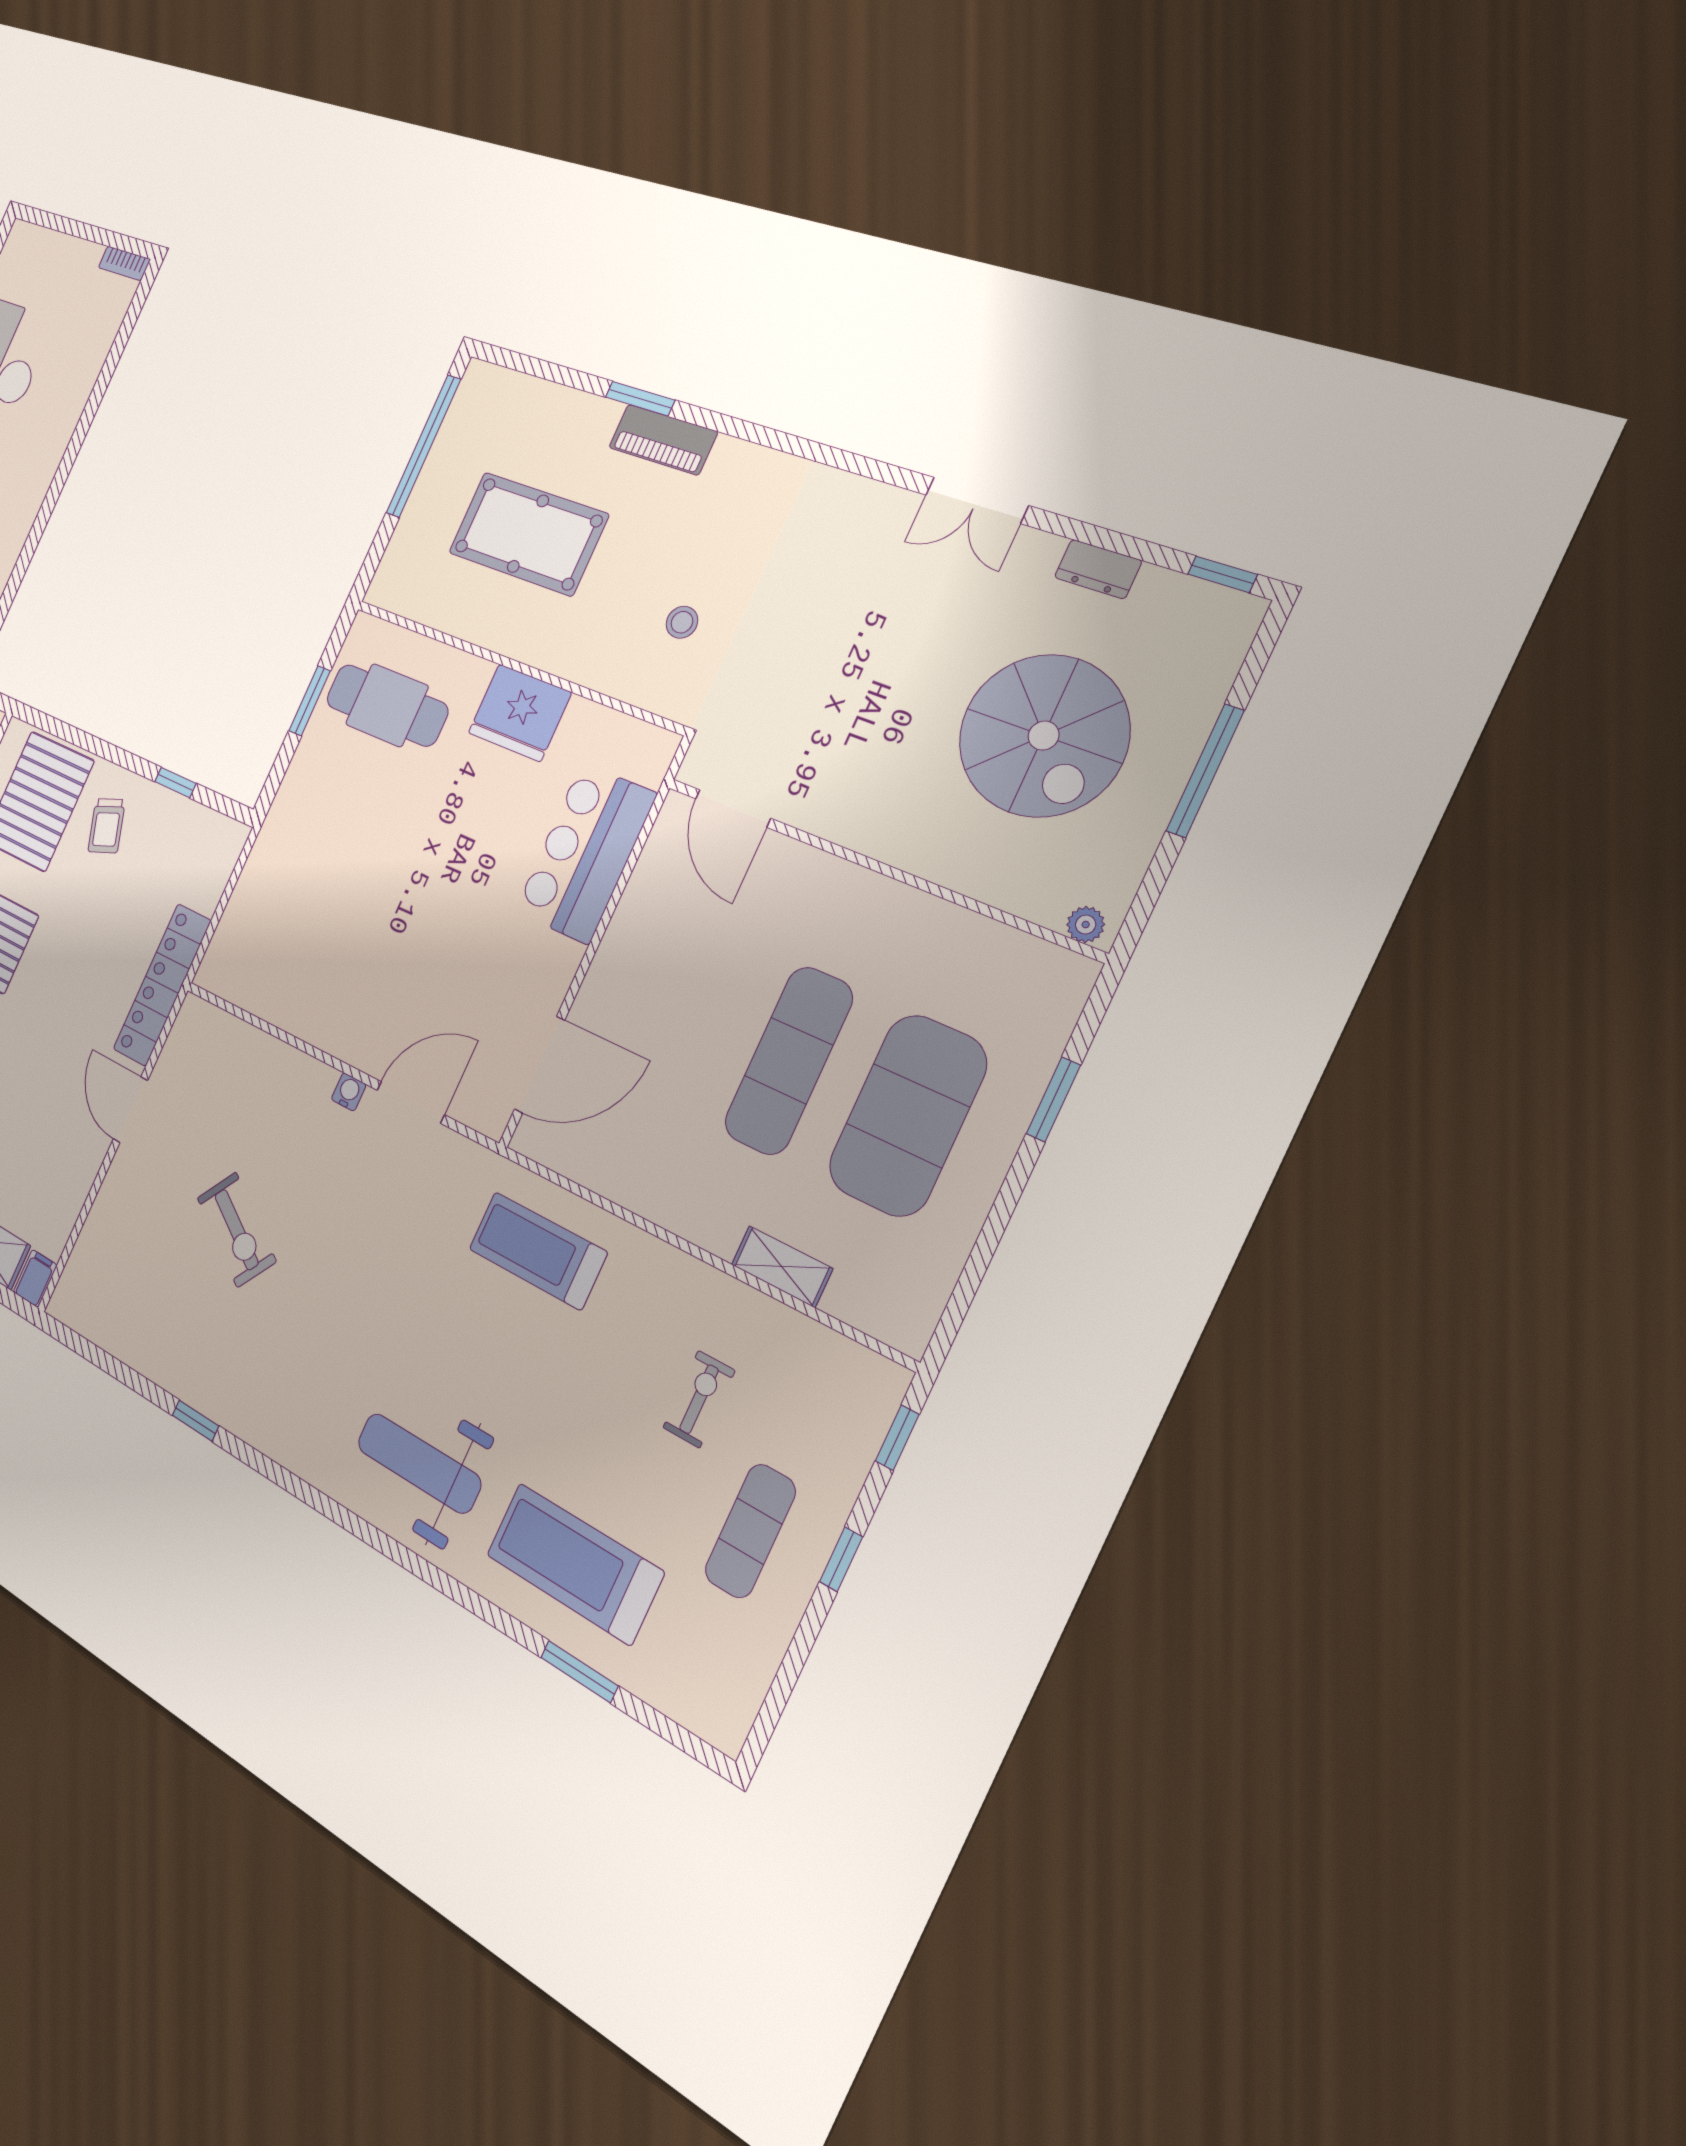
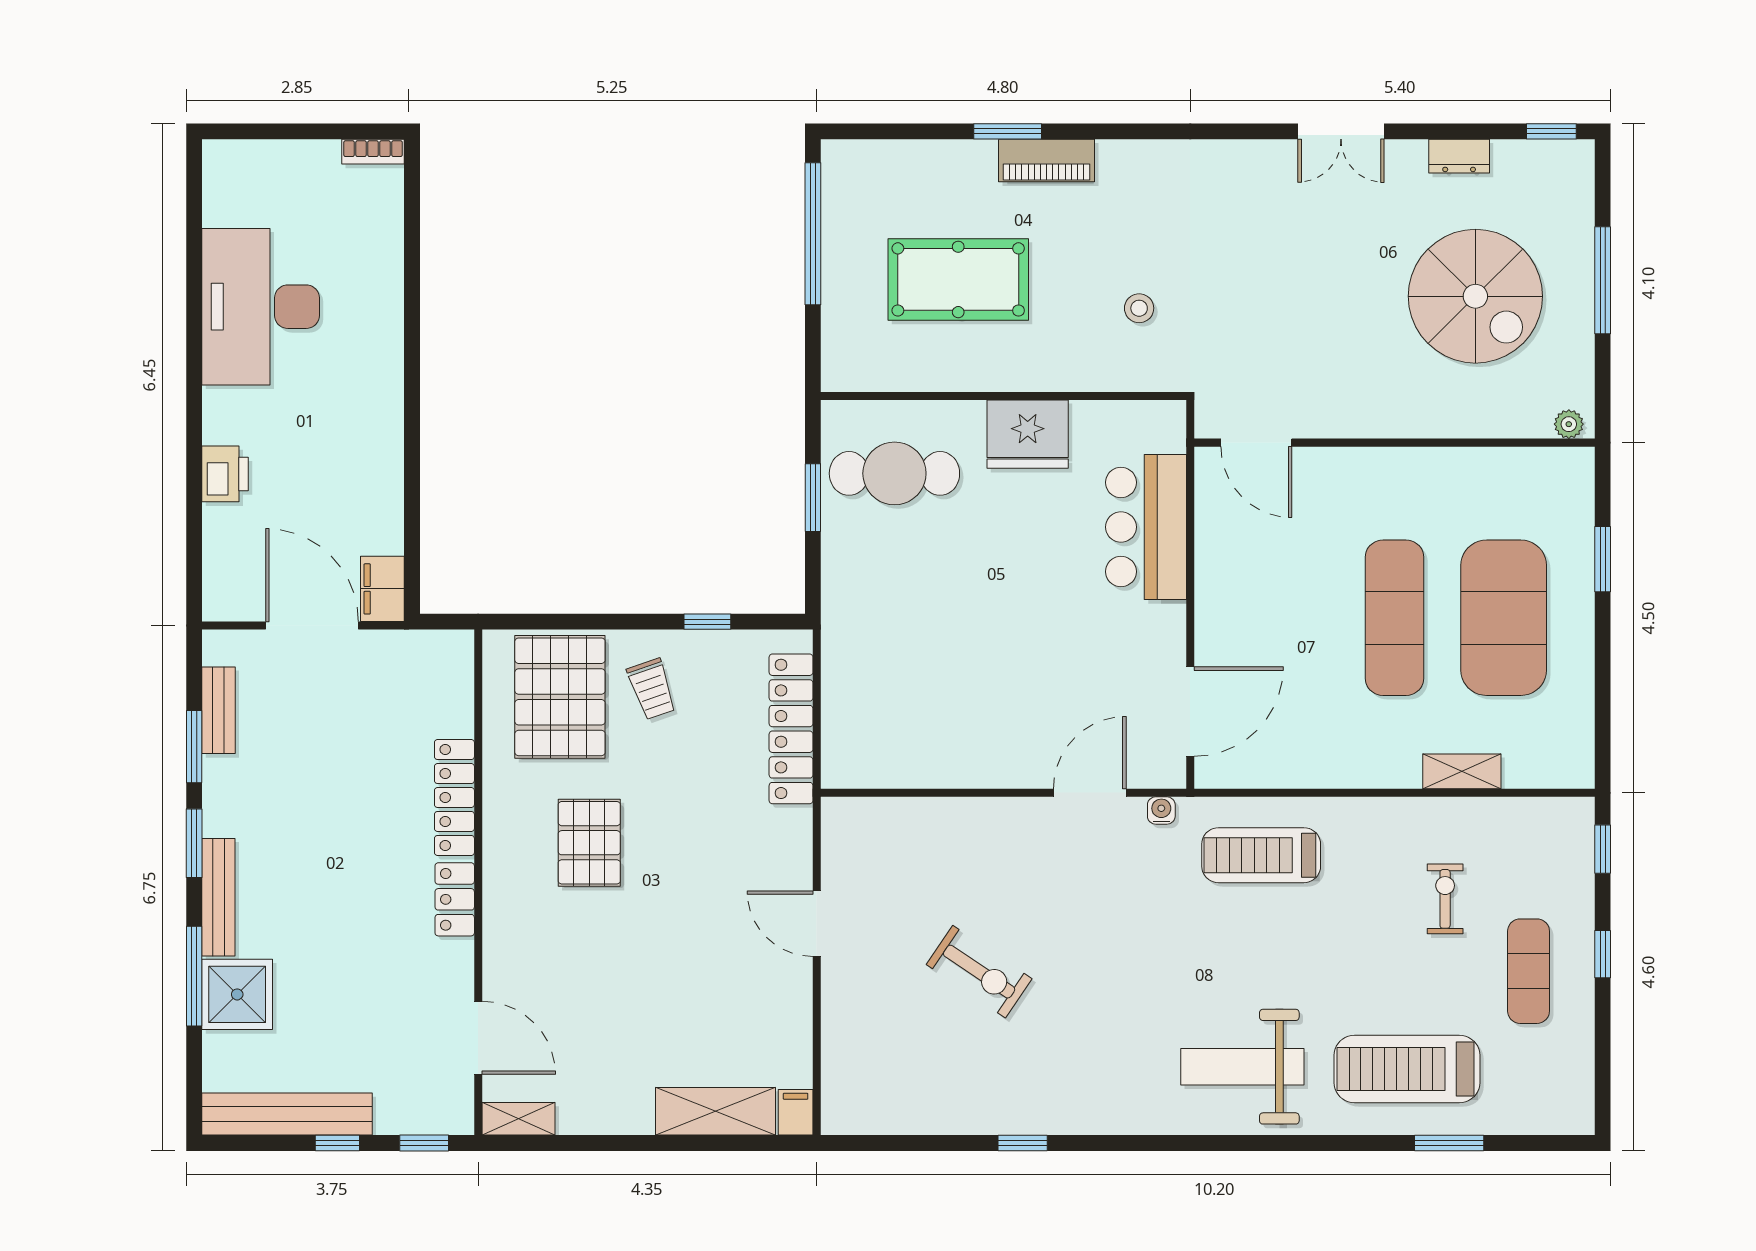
locker: (162, 985) -> (791, 729), moved
water cooler: (349, 1092) -> (1161, 810), moved

